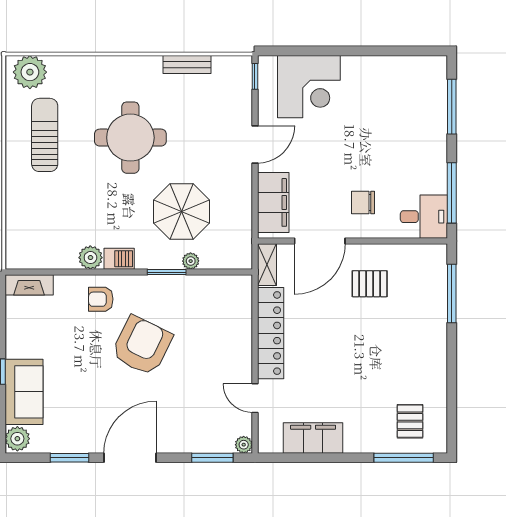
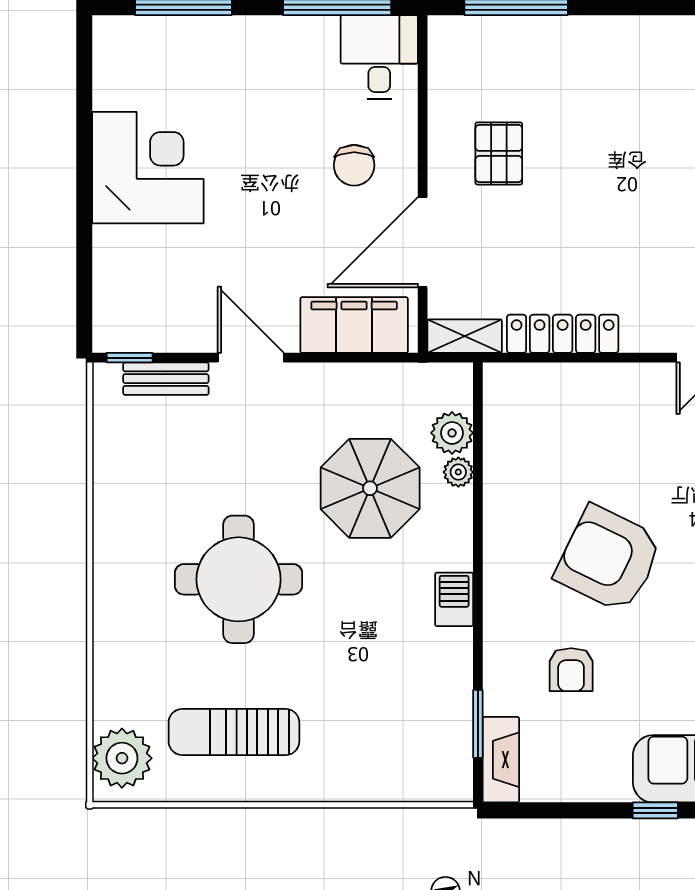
bench: (187, 64) -> (166, 379), moved, turned 90
corner desk: (309, 87) -> (148, 168), moved
door: (320, 241) -> (423, 242), swing flipped
plant: (90, 258) -> (452, 433), moved
window: (167, 272) -> (478, 724), moved
armchair: (101, 299) -> (571, 670), moved
locker: (271, 333) -> (563, 334), width x0.71, depth x0.83

